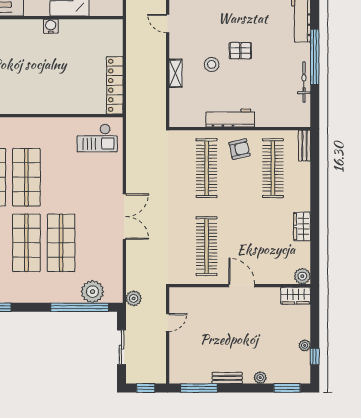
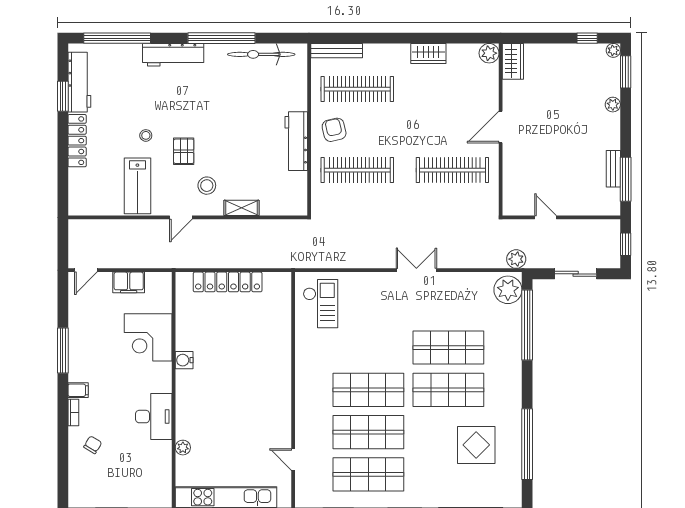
pallet: (240, 51) -> (184, 151), moved
stool: (212, 65) -> (207, 186), moved
bicycle: (304, 82) -> (261, 54), width x1.37, depth x1.40
locker: (115, 85) -> (228, 282), moved
bench: (304, 146) -> (337, 51), width x1.36
double door: (124, 217) -> (416, 270), width x0.73
plant: (93, 292) -> (508, 290), moved
plant: (305, 345) -> (613, 50), moved
bench: (227, 378) -> (613, 169), moved

